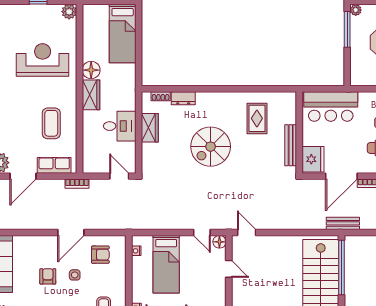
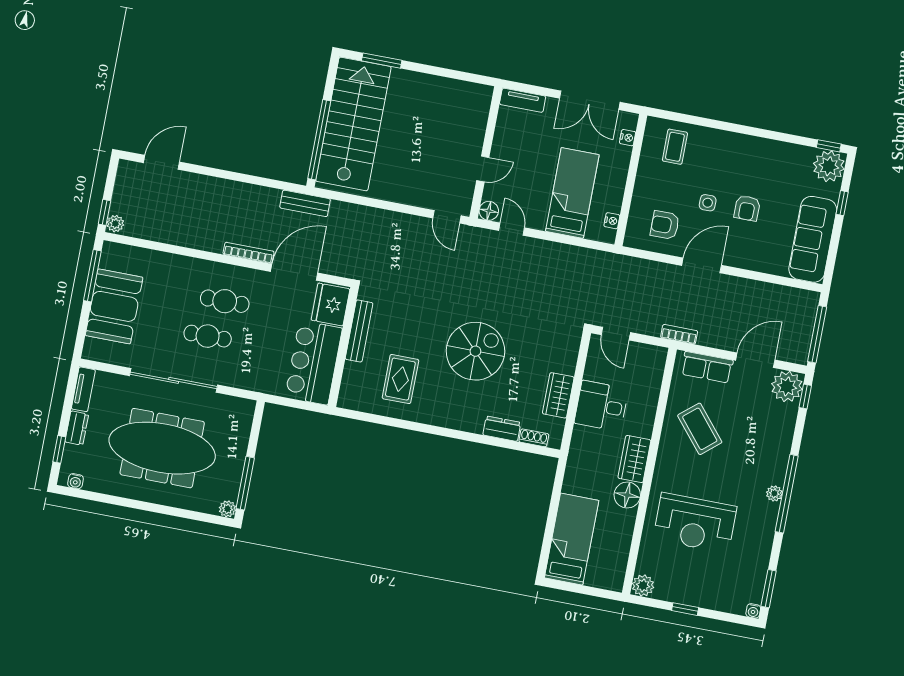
bar counter: (331, 106) -> (314, 363), moved, turned -90
coffee table: (51, 123) -> (700, 429), turned -40
door: (229, 269) -> (483, 169), swing flipped

